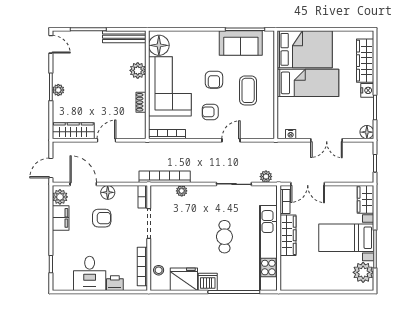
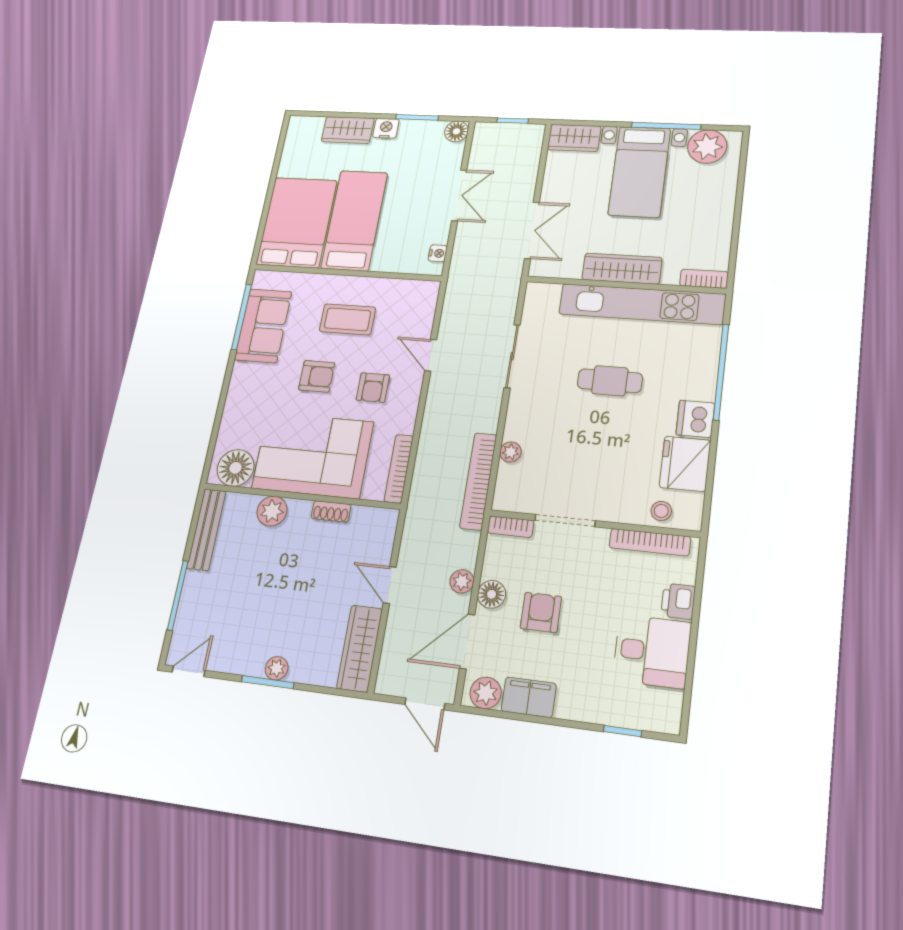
wardrobe: (365, 61) -> (348, 130), width x0.67
plant: (266, 177) -> (462, 581), moved
bookcase: (285, 202) -> (704, 279), moved

